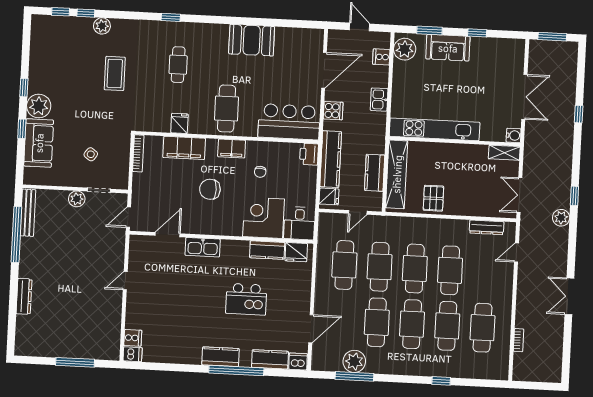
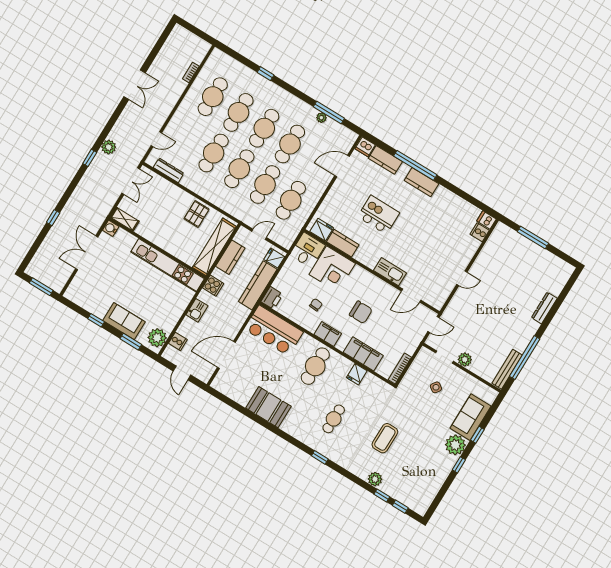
cooker: (333, 111) -> (213, 286), moved, turned 180
plant: (354, 361) -> (321, 118), width x0.53, depth x0.53

